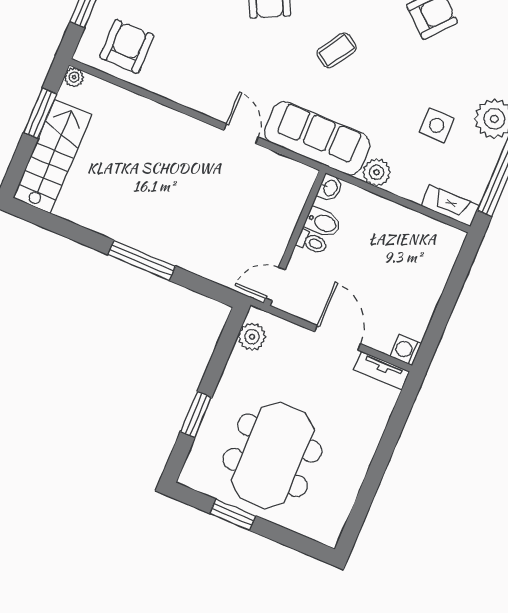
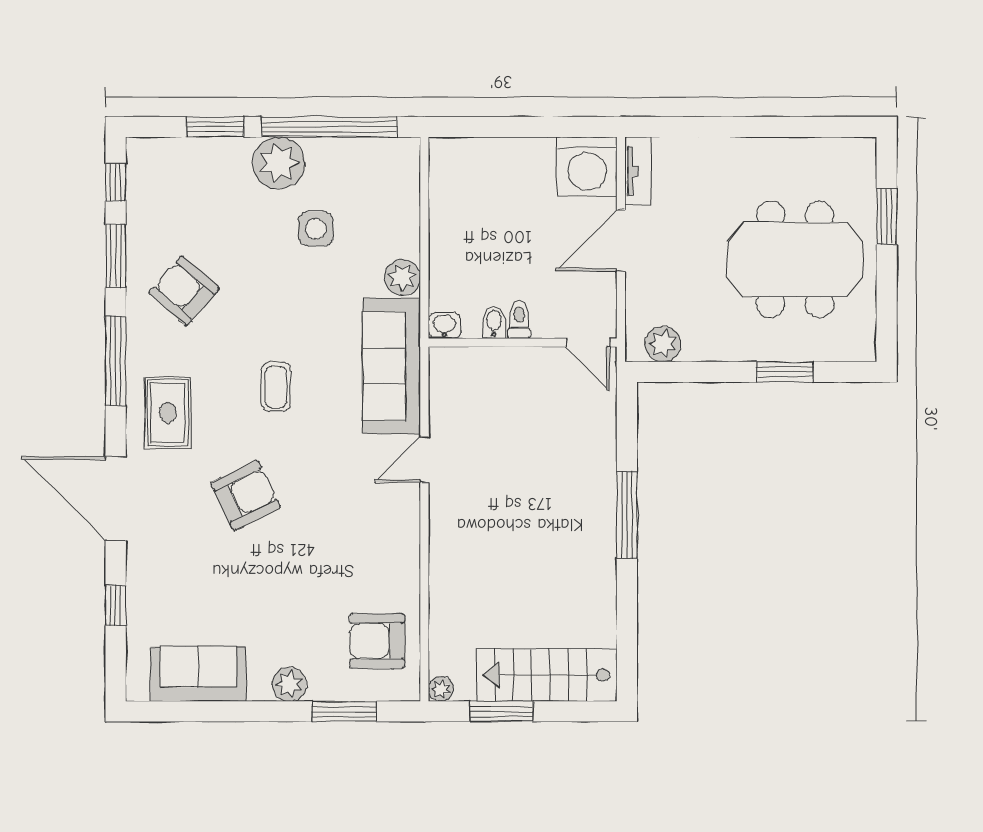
coffee table: (337, 50) -> (276, 387), turned 57
fireplace: (450, 206) -> (405, 172), removed
bidet: (323, 222) -> (494, 322), width x0.72, depth x0.74
washing machine: (406, 350) -> (587, 167), width x1.89, depth x1.89
window: (233, 515) -> (887, 216), moved

